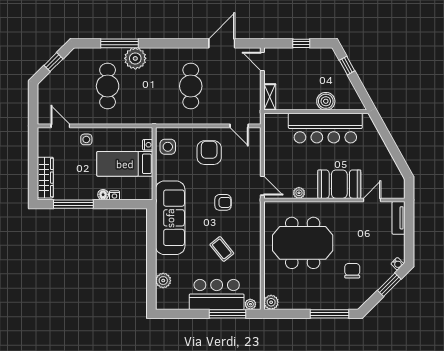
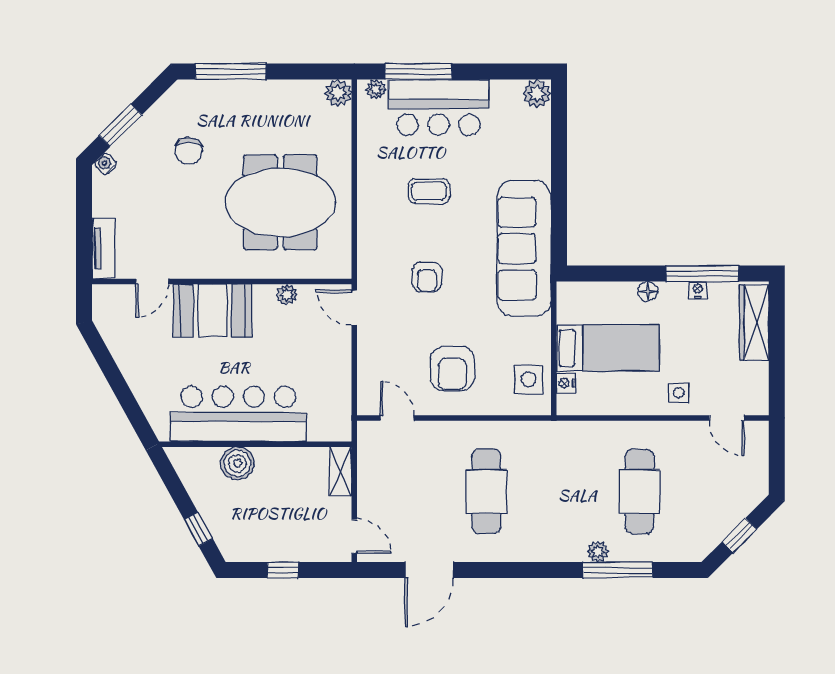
plant: (135, 58) -> (598, 552), width x0.53, depth x0.53
nightstand: (114, 195) -> (698, 290), moved
armchair: (223, 202) -> (427, 277), turned -90
coffee table: (222, 249) -> (429, 191), turned -51
plant: (163, 281) -> (537, 94), moved

